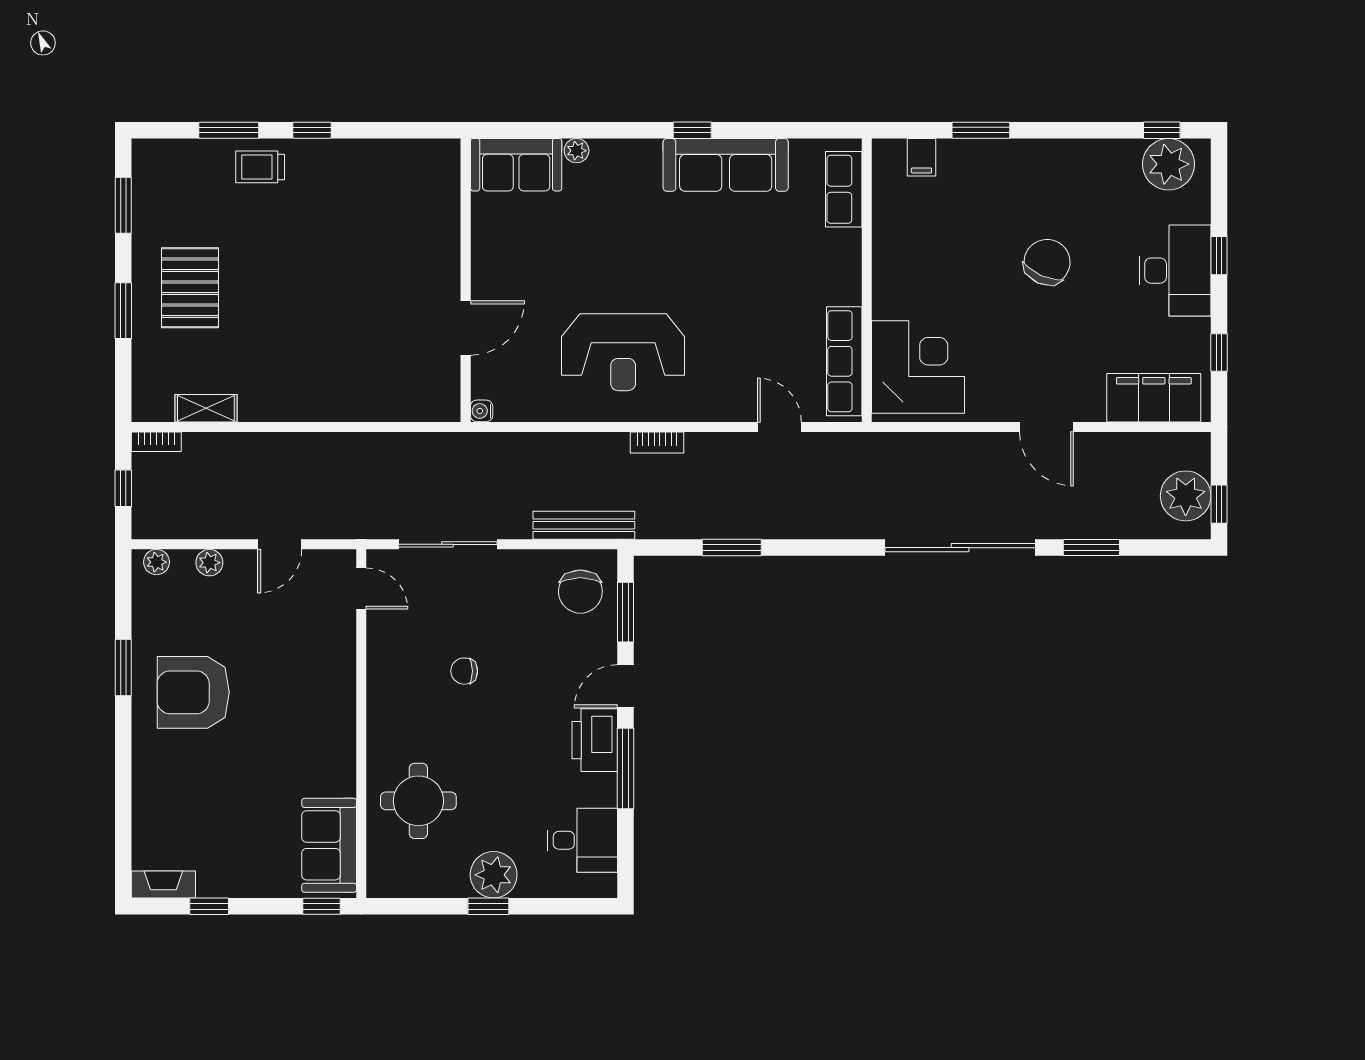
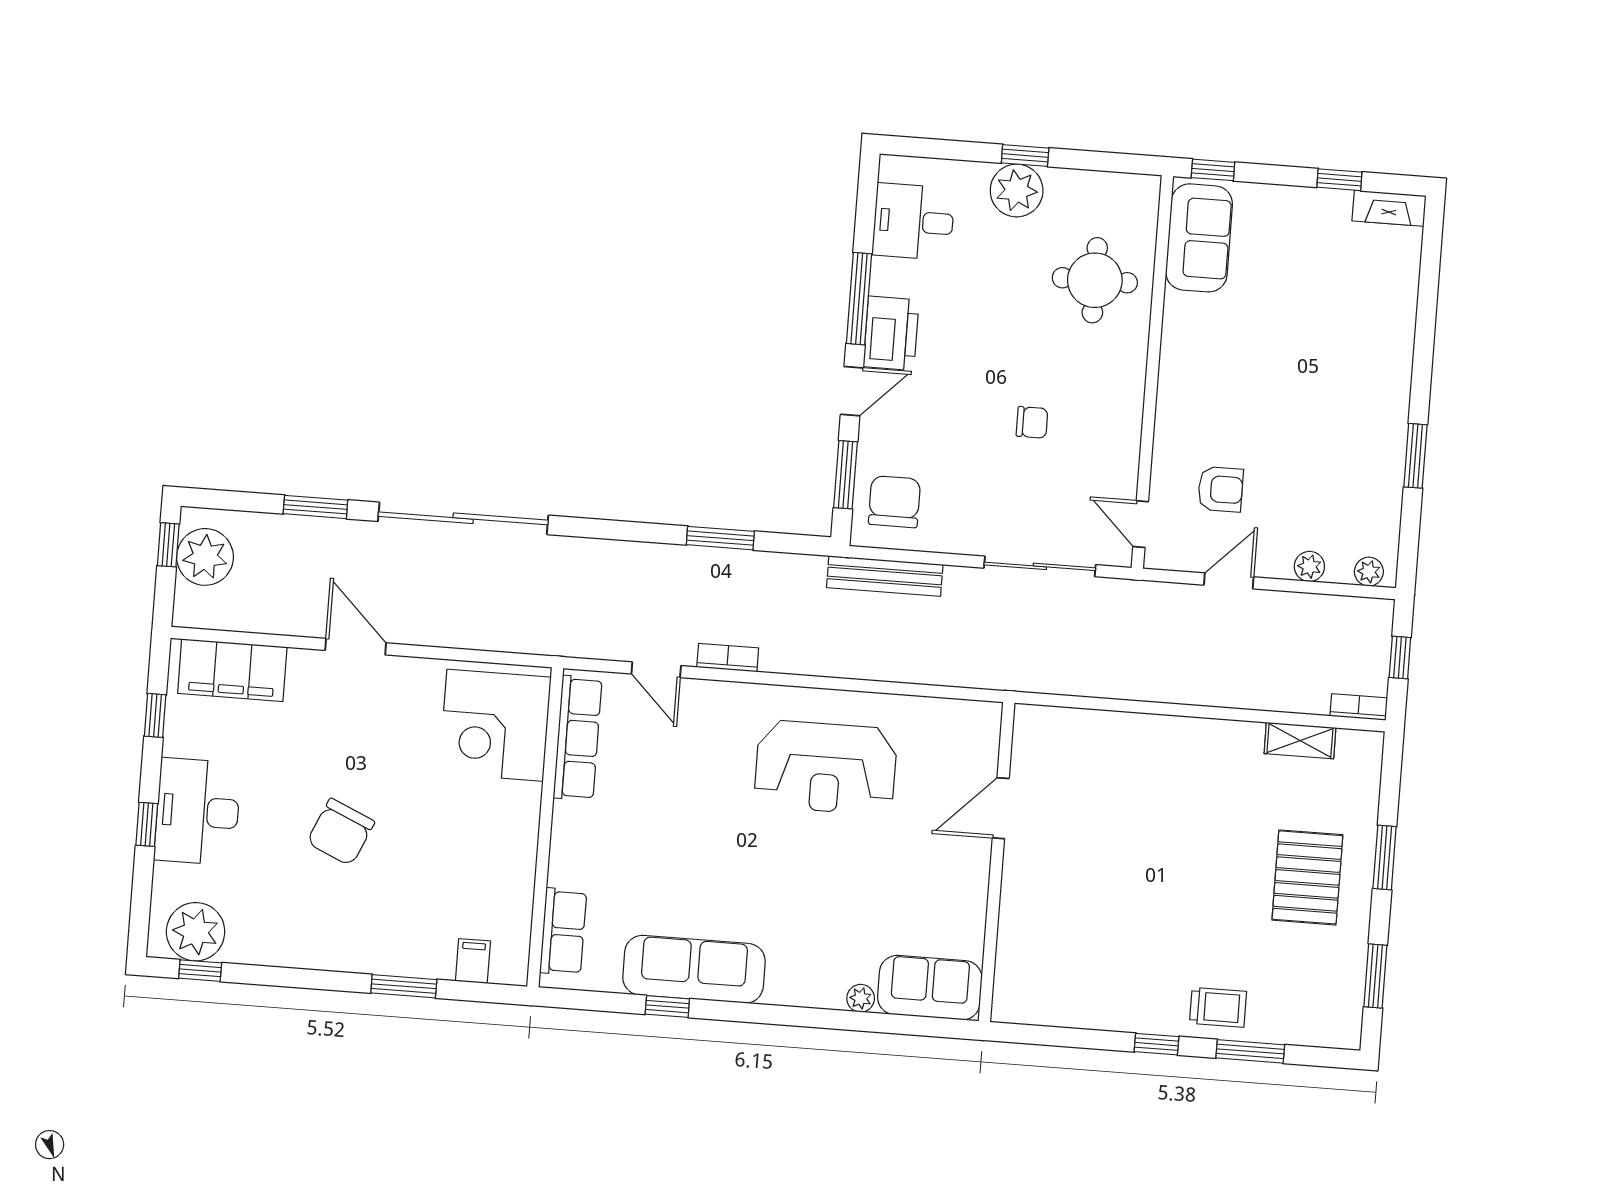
window: (692, 130) -> (667, 1007), moved
reception desk: (623, 352) -> (826, 767), turned 180
water cooler: (482, 411) -> (990, 714), removed
bookcase: (657, 443) -> (728, 658), moved
armchair: (193, 692) -> (1220, 489), moved, width x0.53, depth x0.53

